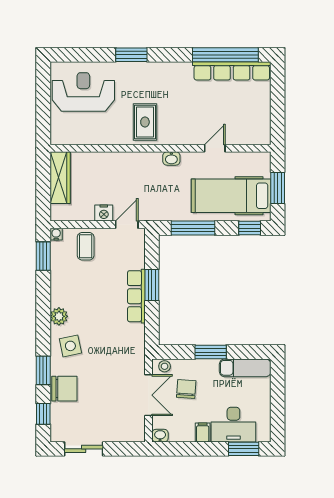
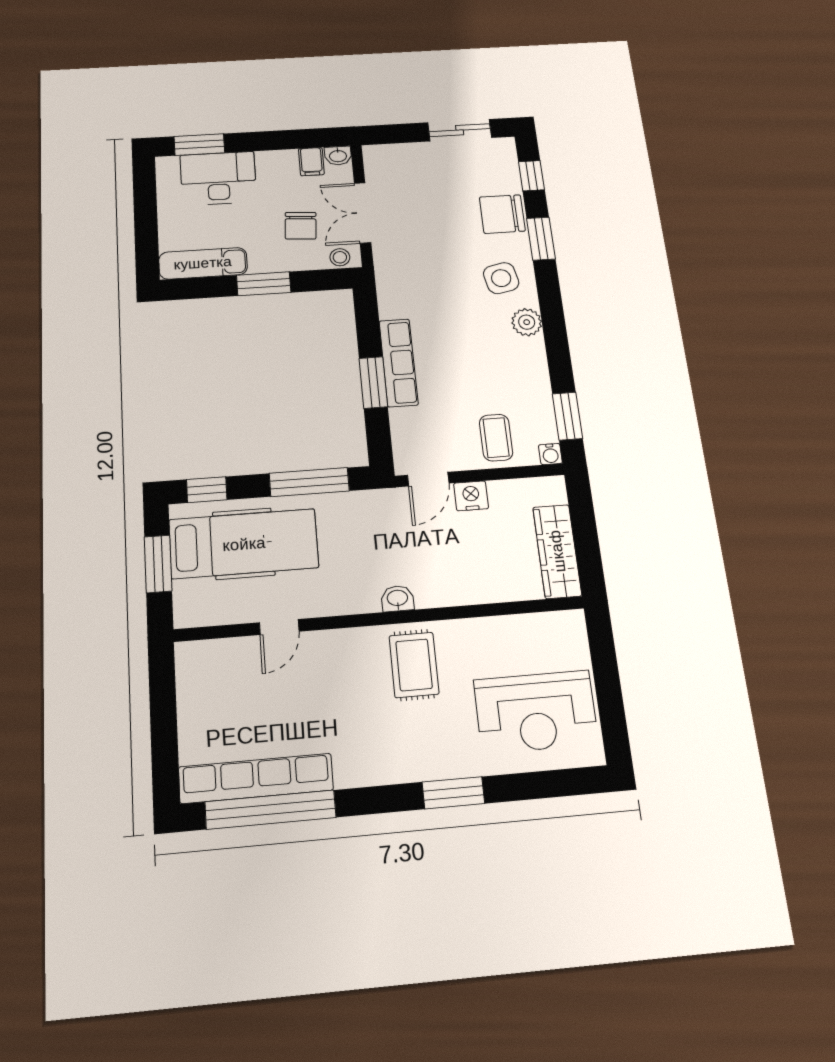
washbasin: (171, 158) -> (397, 599), moved
filing cabinet: (203, 432) -> (311, 162), moved

